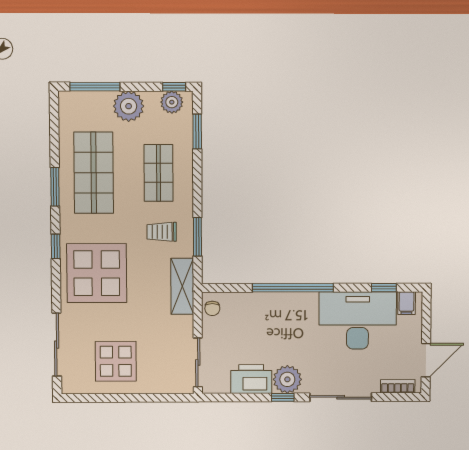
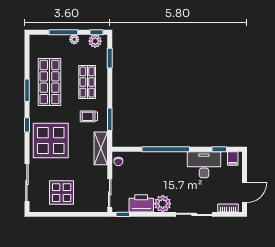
window: (95, 87) -> (63, 32), moved
plant: (129, 106) -> (74, 39), width x0.53, depth x0.53
desk: (358, 320) -> (204, 165), width x0.73, depth x0.77
window: (283, 397) -> (123, 214), moved

